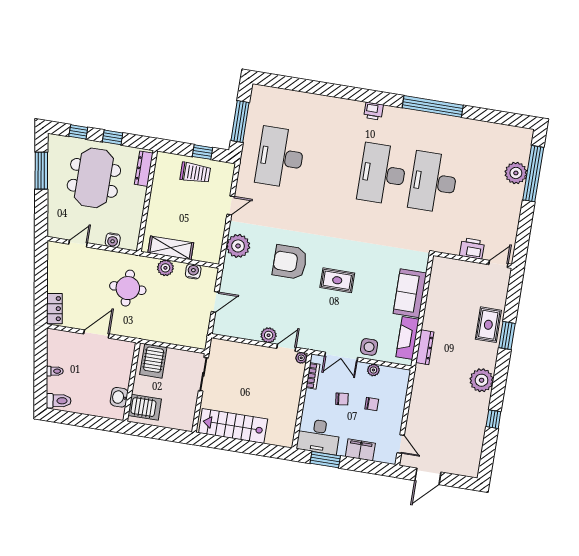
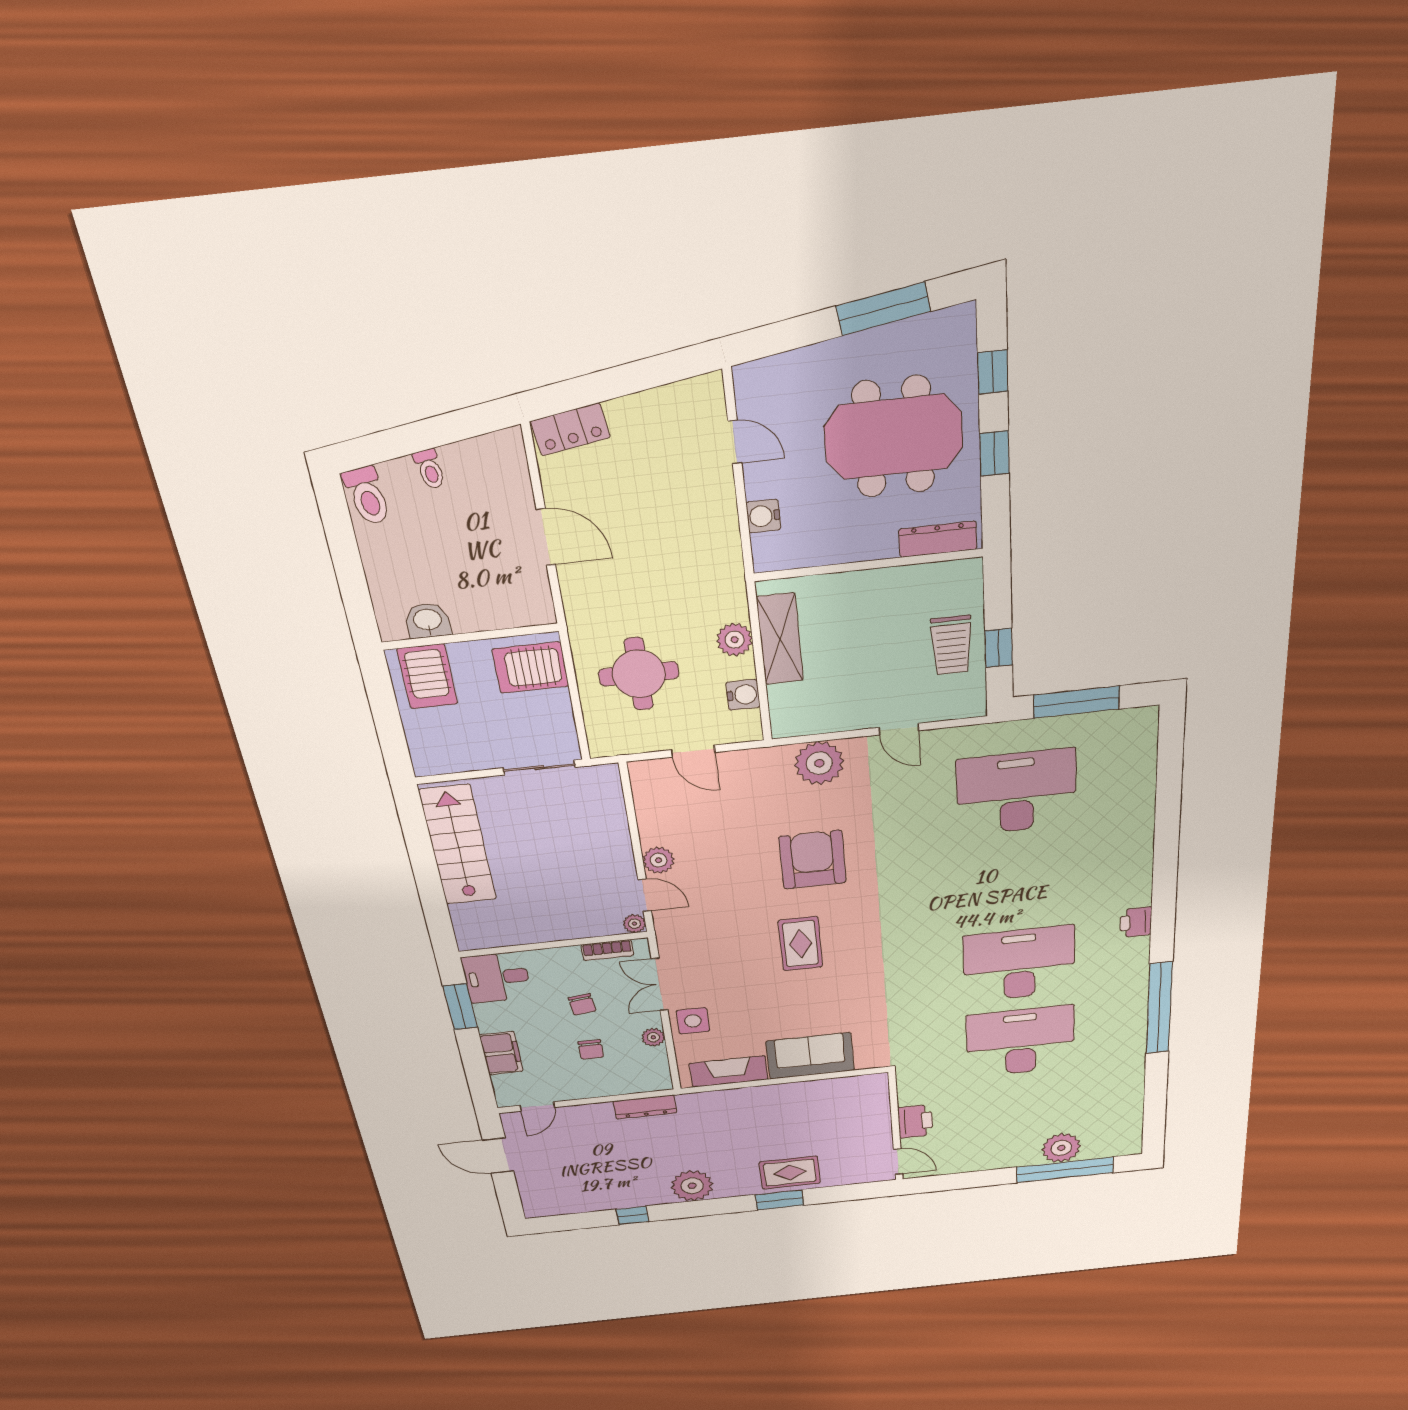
round table: (128, 288) -> (639, 674), moved
dresser: (425, 347) -> (645, 1107), moved
desk: (319, 436) -> (497, 978), width x0.73

